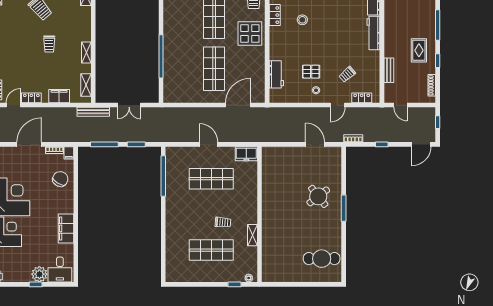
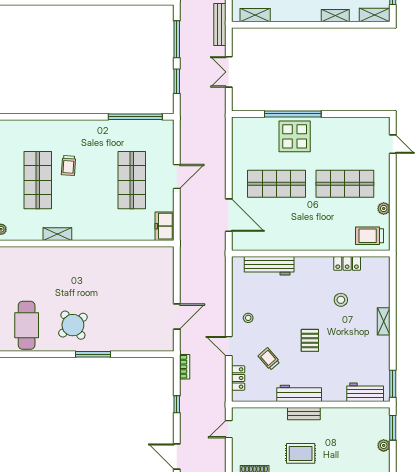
display table: (250, 33) -> (295, 136), moved
workbench: (373, 33) -> (299, 393), moved
shelving: (86, 52) -> (335, 16), moved
bench: (389, 70) -> (304, 414), moved
pallet: (311, 72) -> (310, 340), moved
workbench: (276, 74) -> (269, 266), width x1.38
round table: (318, 196) -> (73, 325), moved
trolley: (223, 222) -> (68, 166), moved

